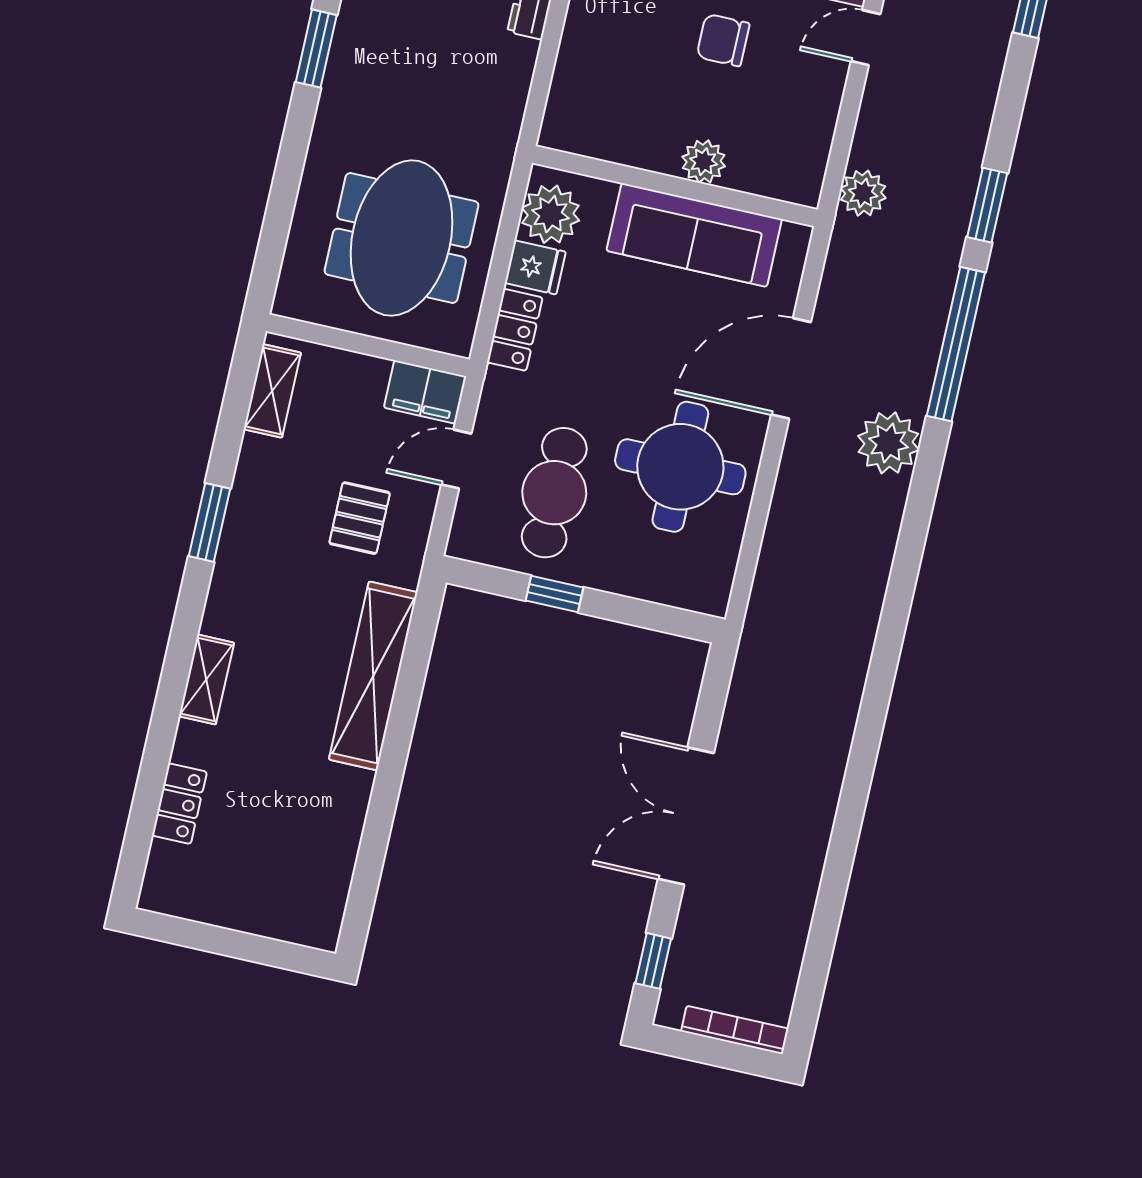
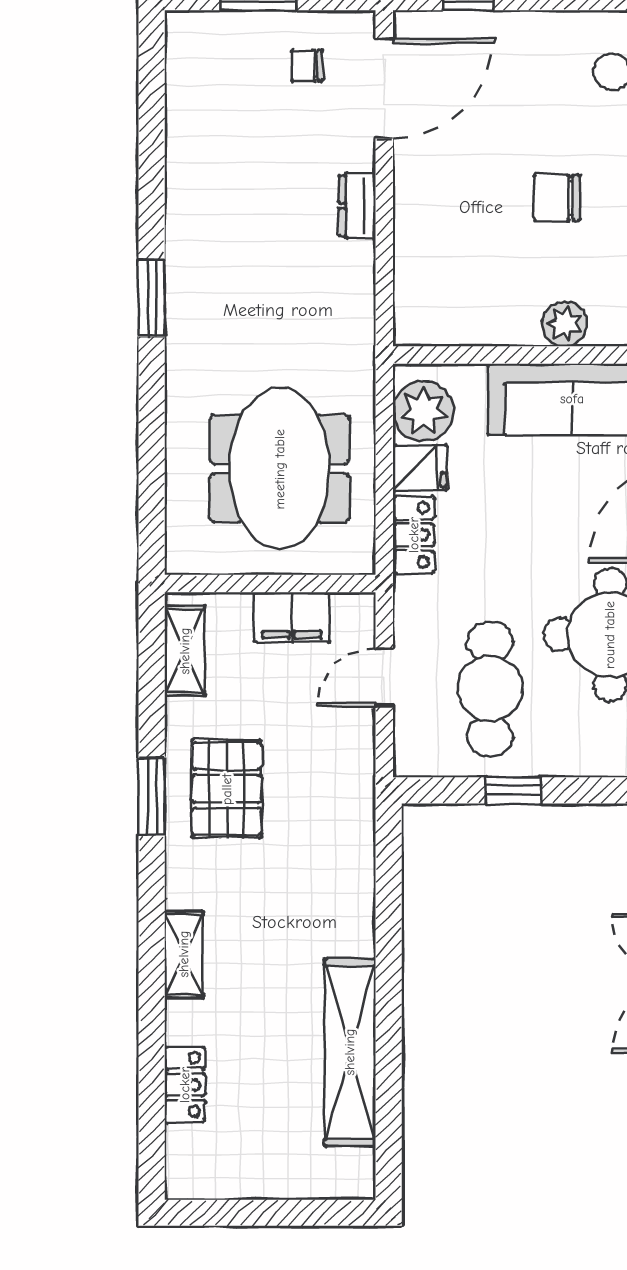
filing cabinet: (425, 392) -> (292, 617), moved
pallet: (360, 518) -> (227, 789), moved, width x1.50, depth x1.42
shelving: (373, 676) -> (350, 1052), moved

